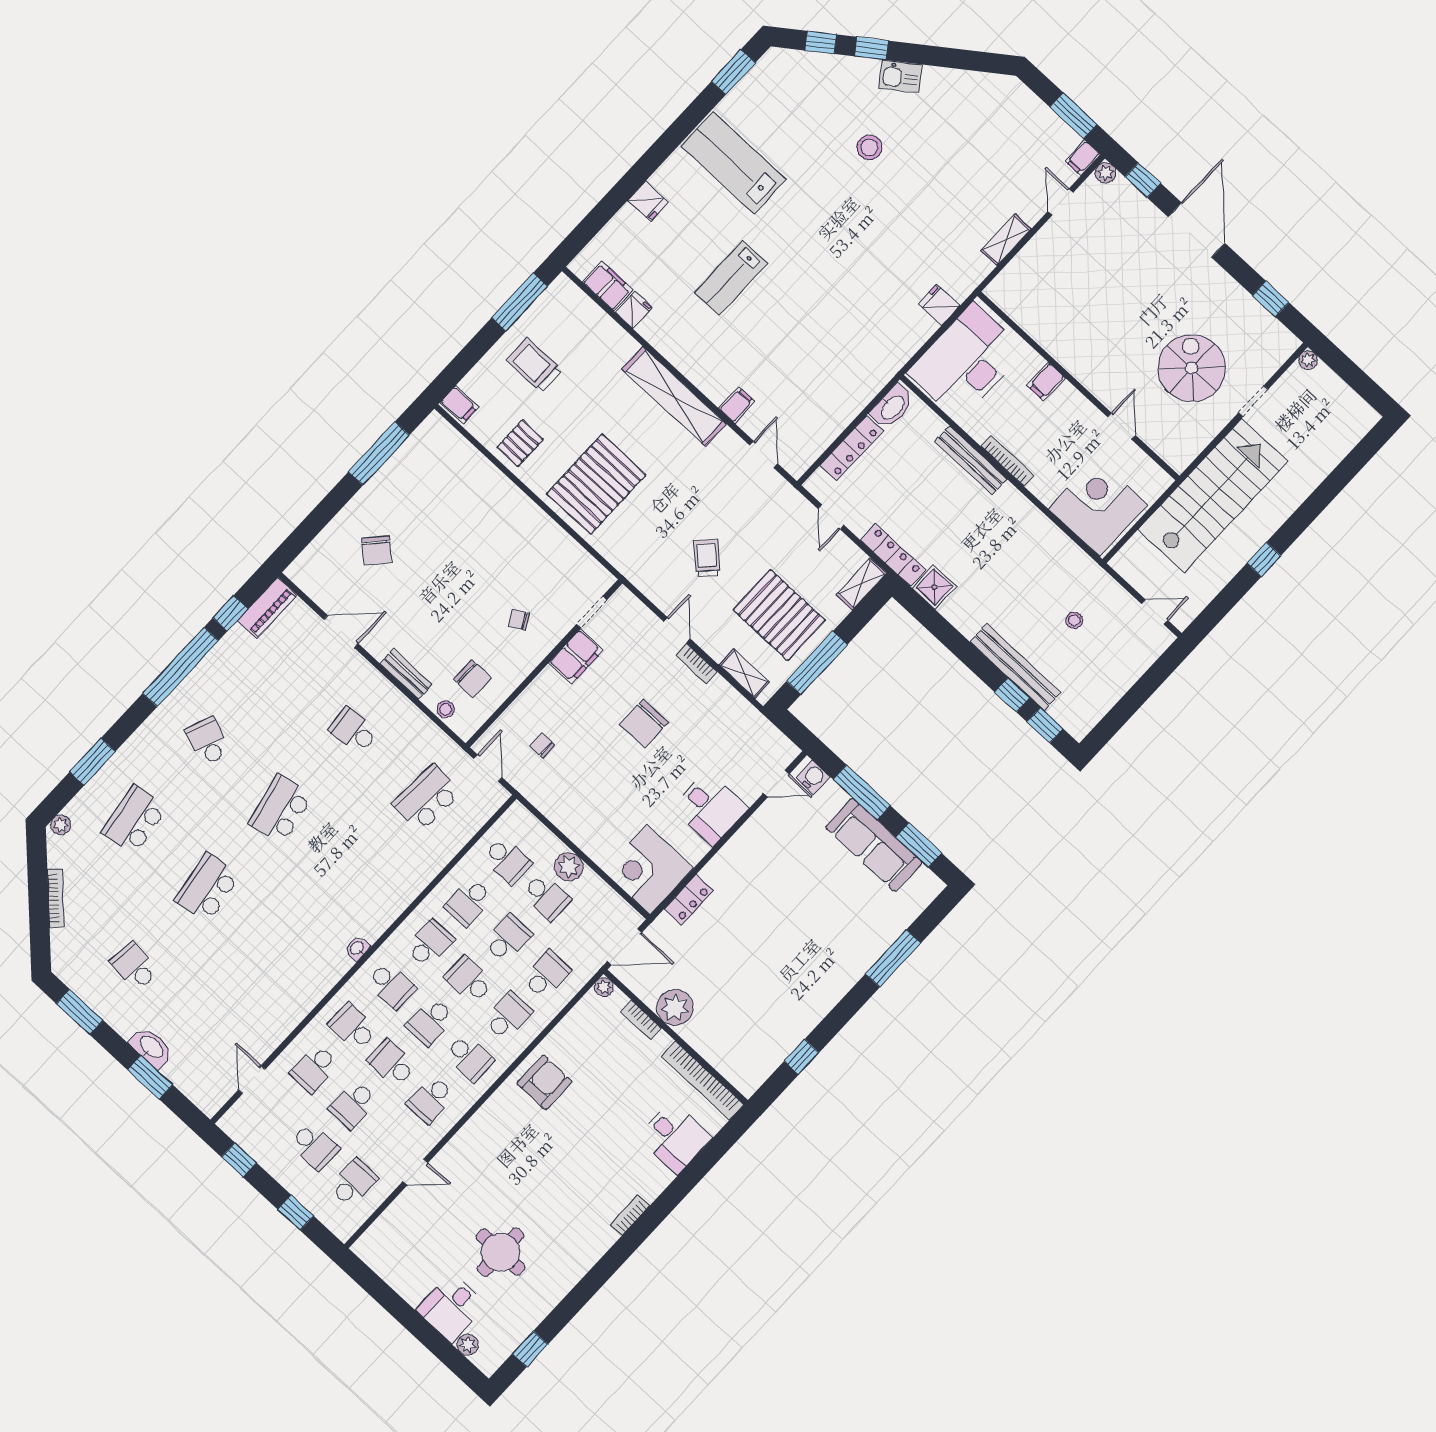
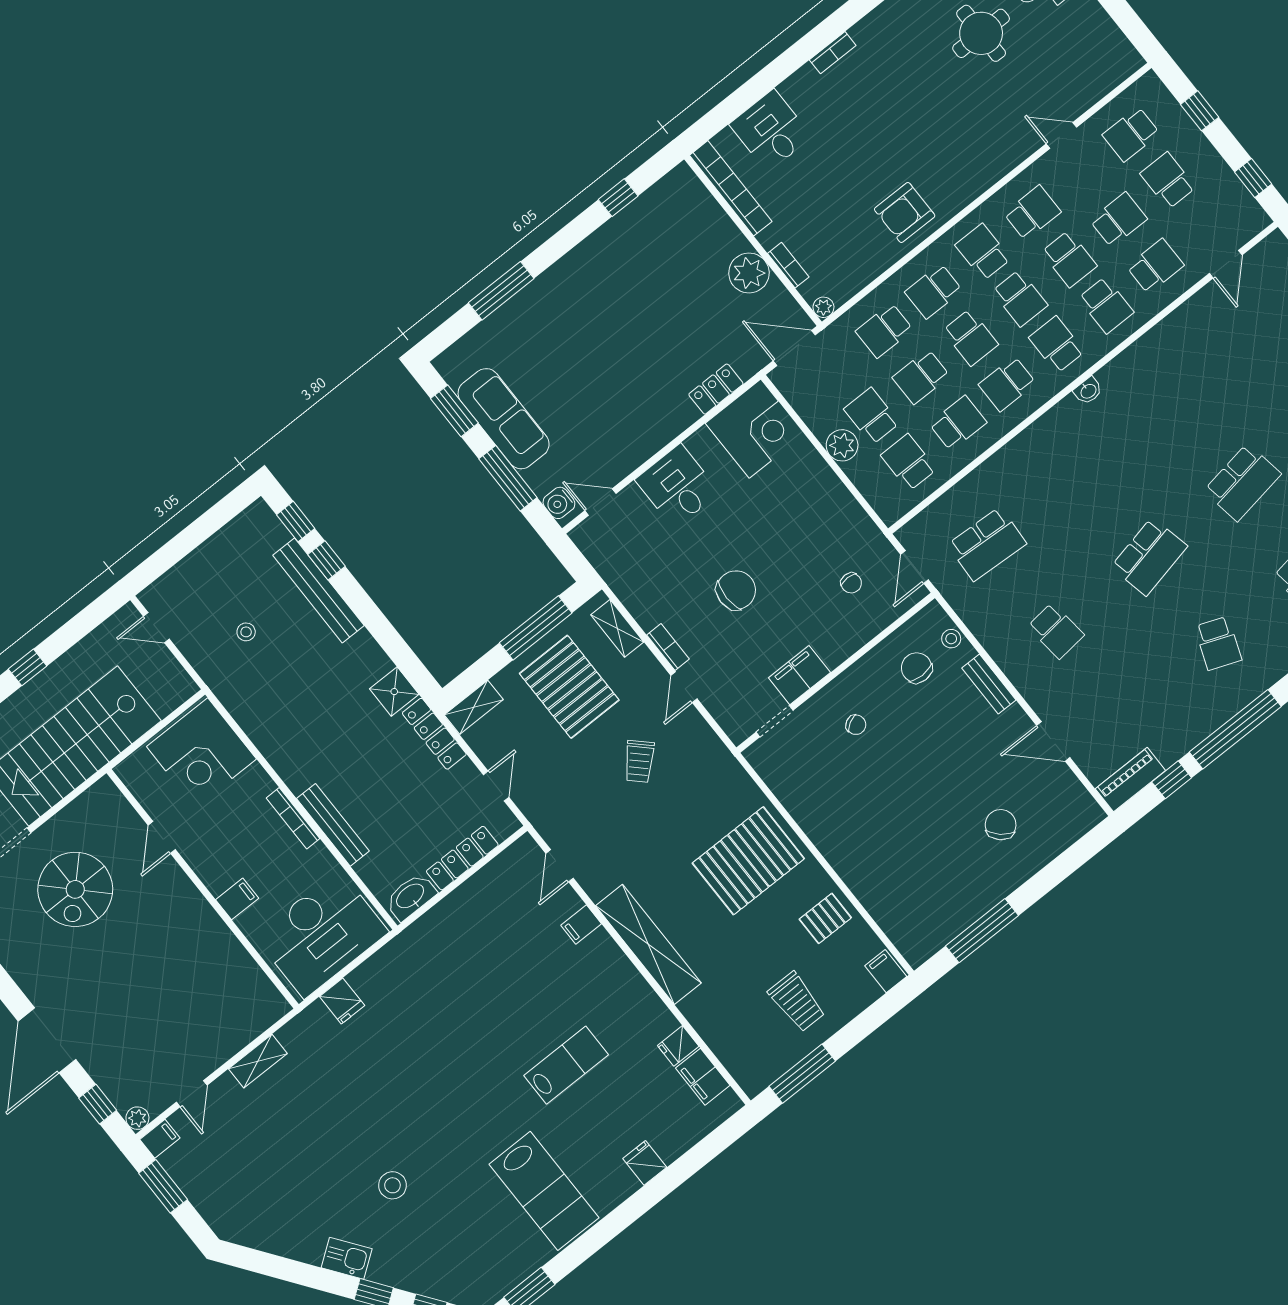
school desk: (430, 1022) -> (1020, 298), turned 90

